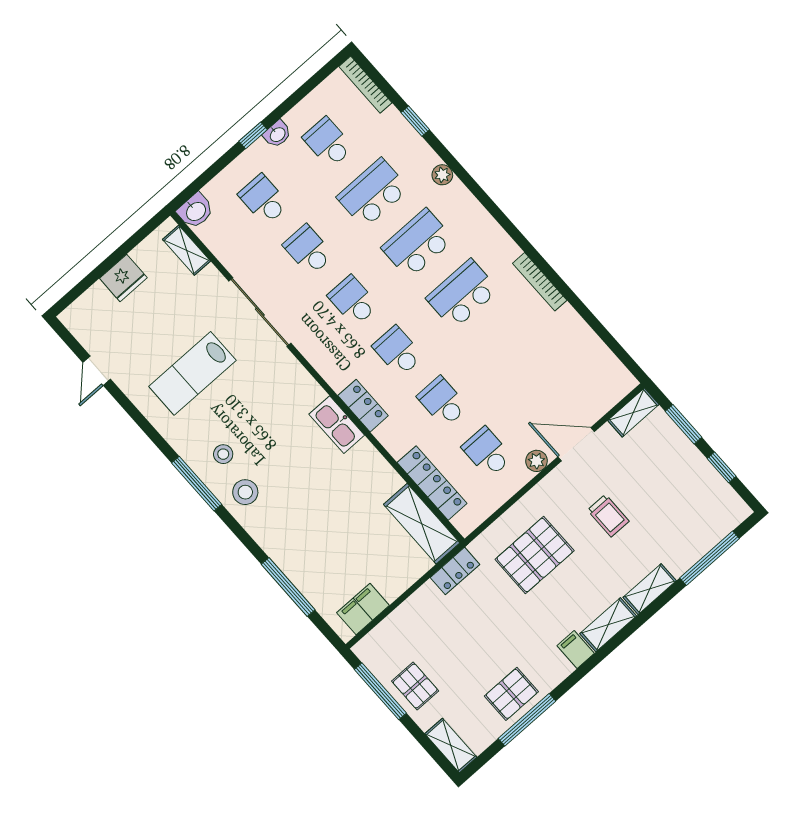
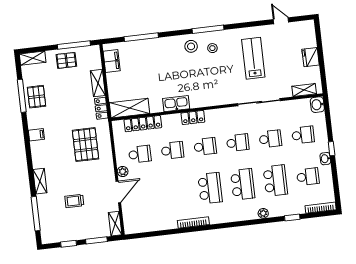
kitchen sink: (337, 425) -> (176, 104), moved
trolley: (608, 516) -> (74, 201), moved
shelving: (608, 625) -> (98, 83), moved

